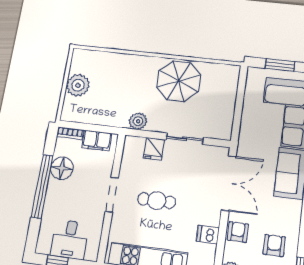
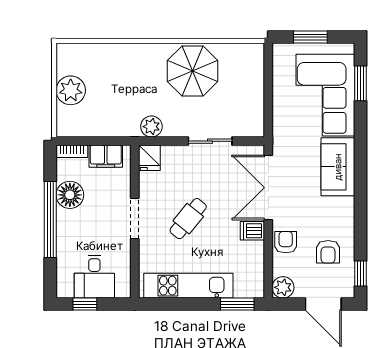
fridge: (154, 149) -> (149, 158), moved
double door: (229, 183) -> (268, 188), swing flipped
cafe table: (157, 201) -> (188, 219), turned -51
dishwasher: (208, 235) -> (252, 231), moved
armchair: (274, 245) -> (328, 252), turned 180

